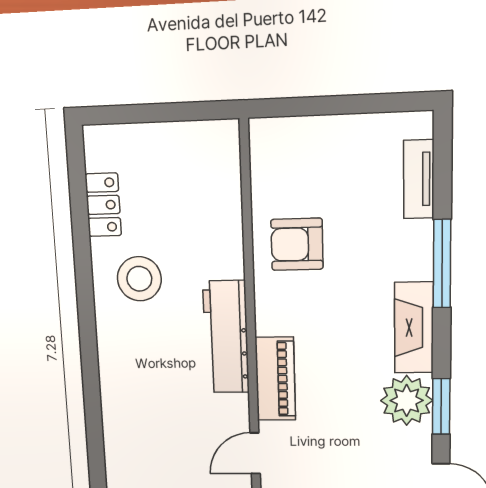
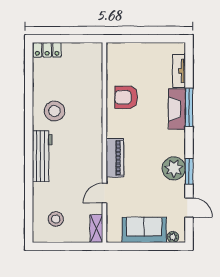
locker: (103, 205) -> (47, 50), moved, turned 90
fireplace: (414, 328) -> (177, 109), moved
workbench: (226, 337) -> (42, 156), moved, turned 180

